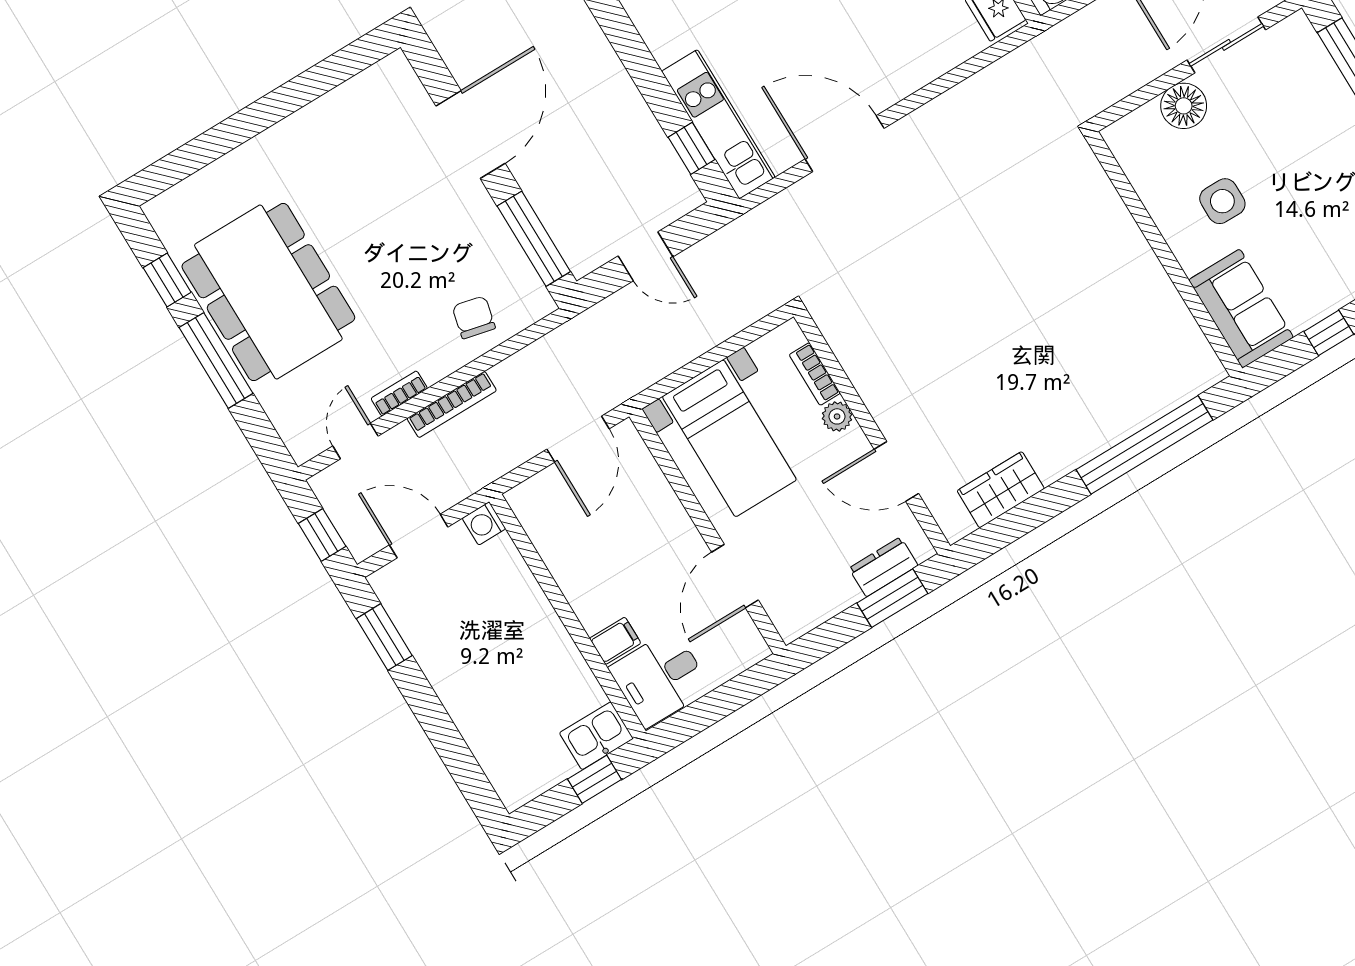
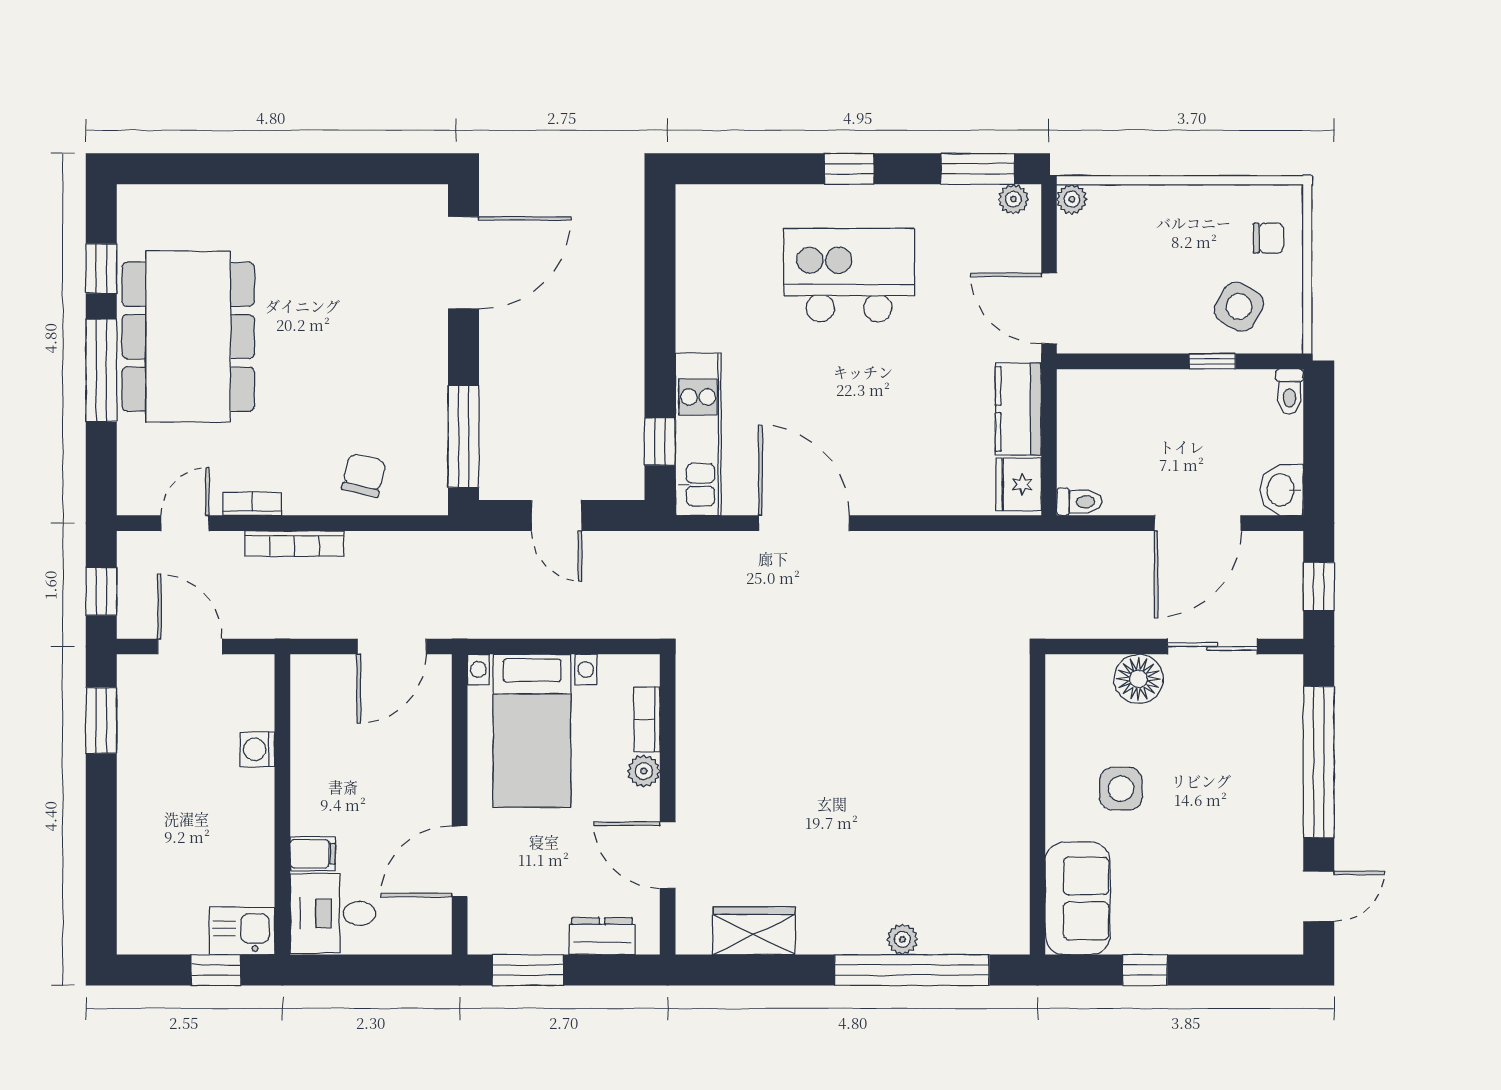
door: (471, 135) -> (463, 263), moved
plant: (1122, 425) -> (902, 939), added
washing machine: (484, 523) -> (257, 749), moved
window: (892, 598) -> (528, 970), moved

